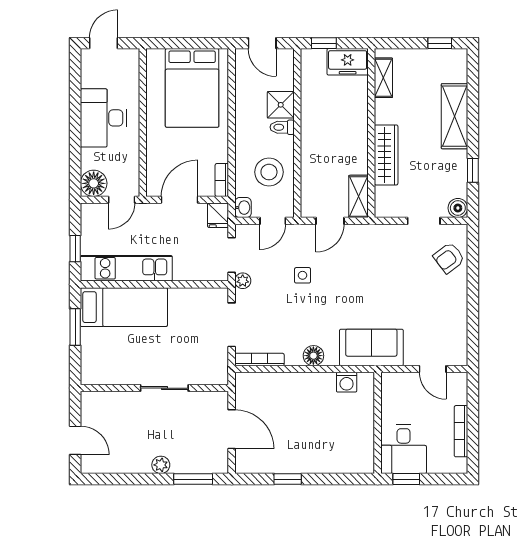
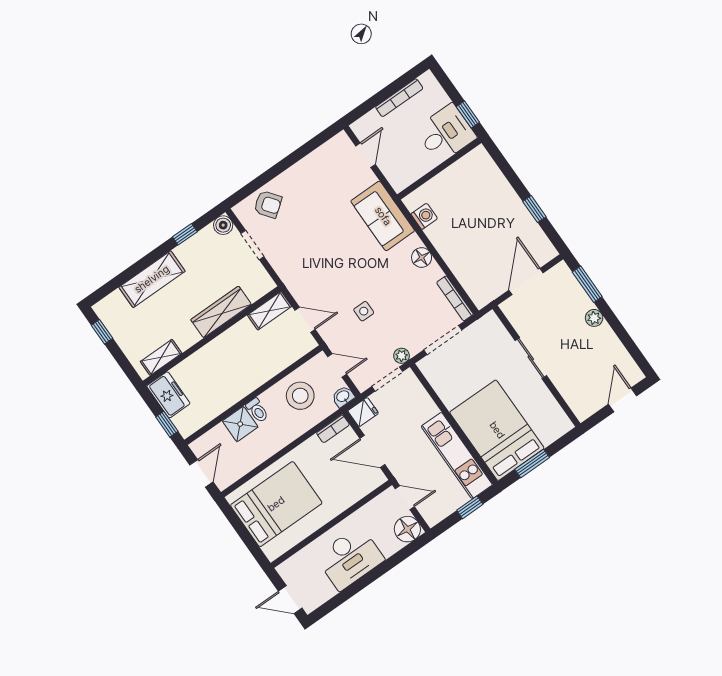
bed: (124, 307) -> (497, 430), width x1.50

